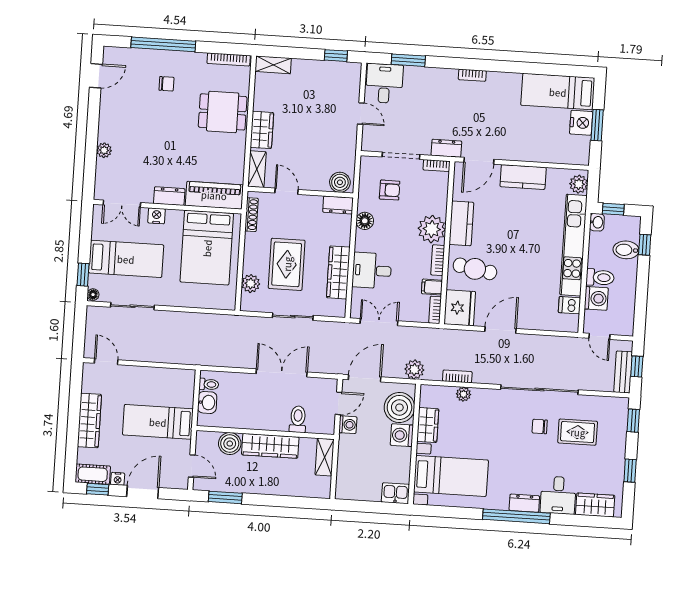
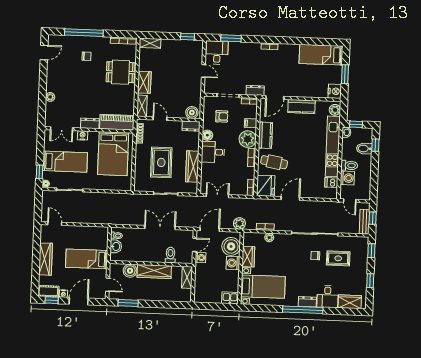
nightstand: (581, 123) -> (335, 91), moved
desk: (372, 271) -> (213, 152), moved
plant: (251, 284) -> (140, 175), removed
filing cabinet: (432, 287) -> (251, 123), moved

